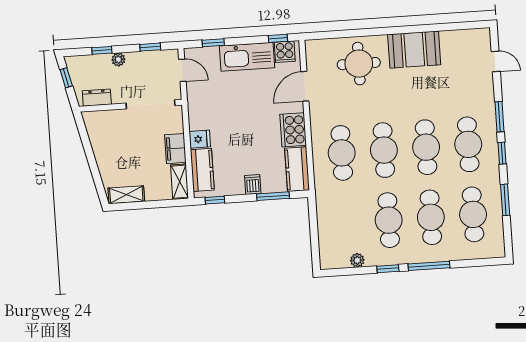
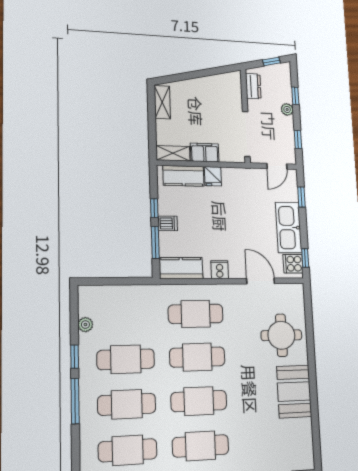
cooker: (293, 130) -> (220, 270), width x0.53, depth x0.76
window: (215, 200) -> (154, 208), moved

